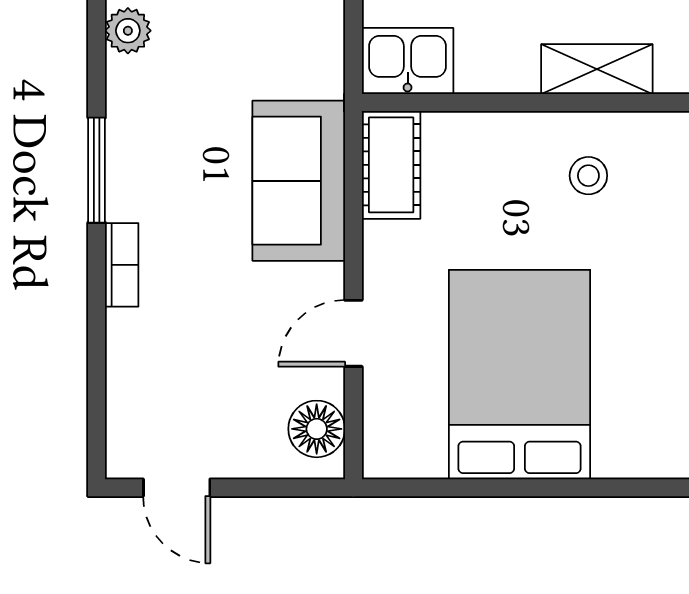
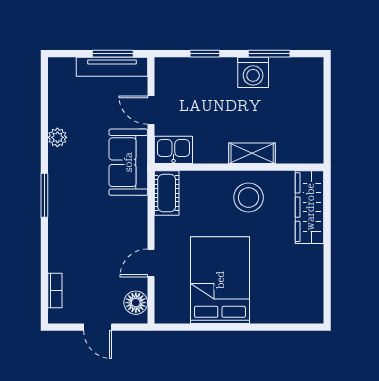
stool: (588, 176) -> (249, 198), width x1.89, depth x1.89
sofa: (299, 181) -> (128, 162), moved
bookcase: (122, 265) -> (55, 291), moved
door: (177, 488) -> (98, 327), moved

